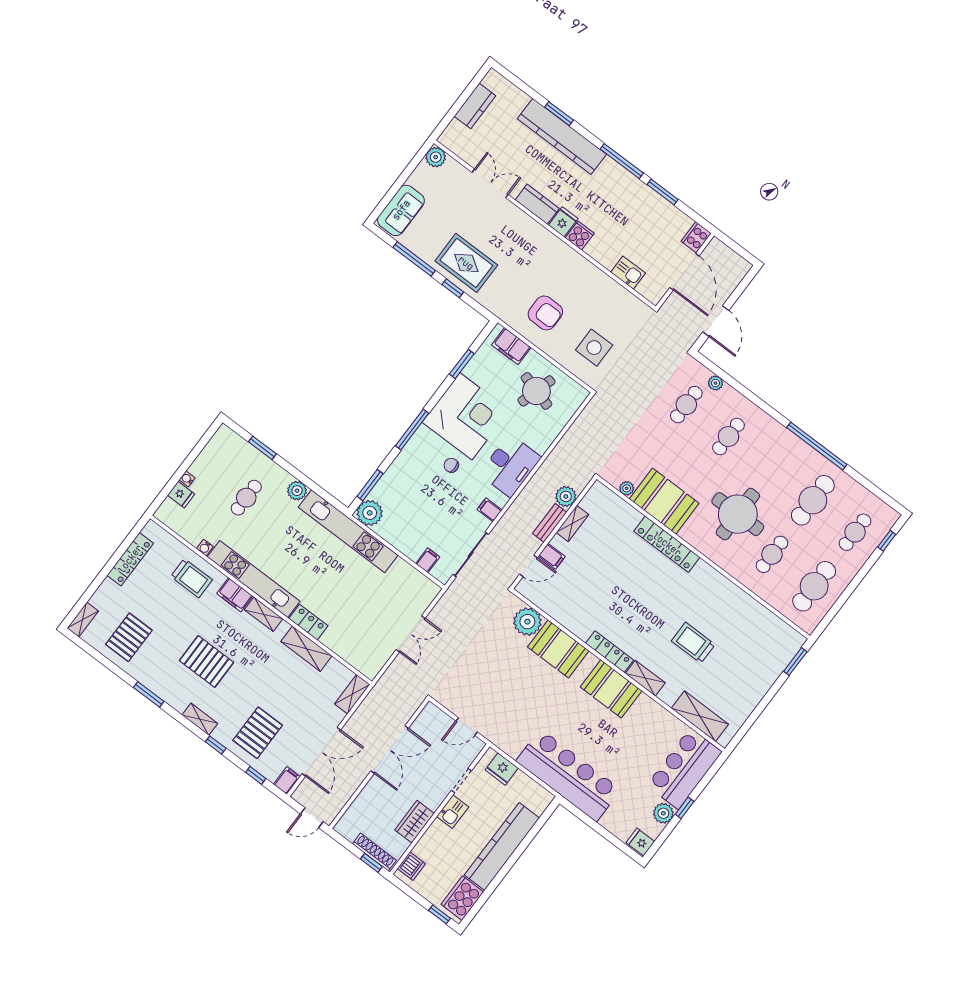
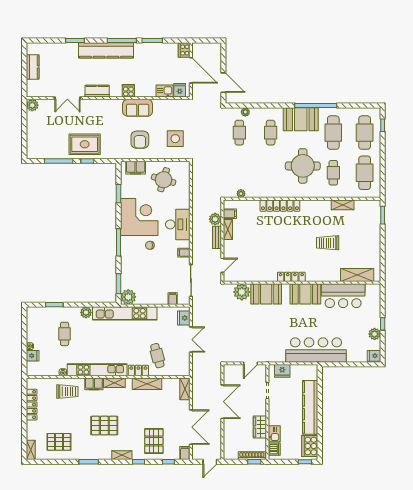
kitchen counter: (562, 136) -> (106, 50), moved
double door: (490, 183) -> (67, 98), swing flipped
sofa: (401, 210) -> (138, 108), moved, turned 90
fridge: (563, 222) -> (180, 90), moved
armchair: (545, 313) -> (140, 140), turned 90
booth: (664, 501) -> (301, 119), moved
cafe table: (855, 532) -> (365, 133), width x1.37, depth x1.35
filing cabinet: (552, 556) -> (230, 214), moved
fridge: (423, 598) -> (184, 318), added
cafe table: (349, 621) -> (157, 356), added
pallet: (129, 637) -> (59, 442), turned 90
shelving: (645, 678) -> (343, 205), moved
bar counter: (684, 769) -> (343, 296), moved, turned -90
kitchen sink: (453, 812) -> (274, 434), moved

